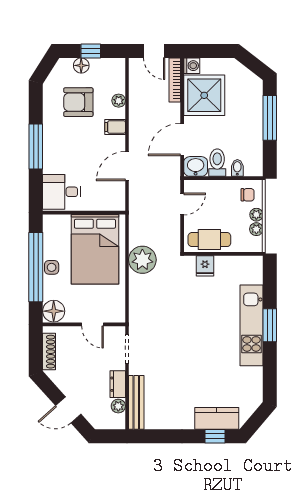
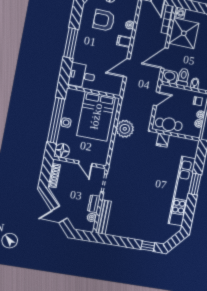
kitchen unit: (252, 325) -> (182, 191), width x1.36
kitchen counter: (217, 418) -> (151, 235), removed

